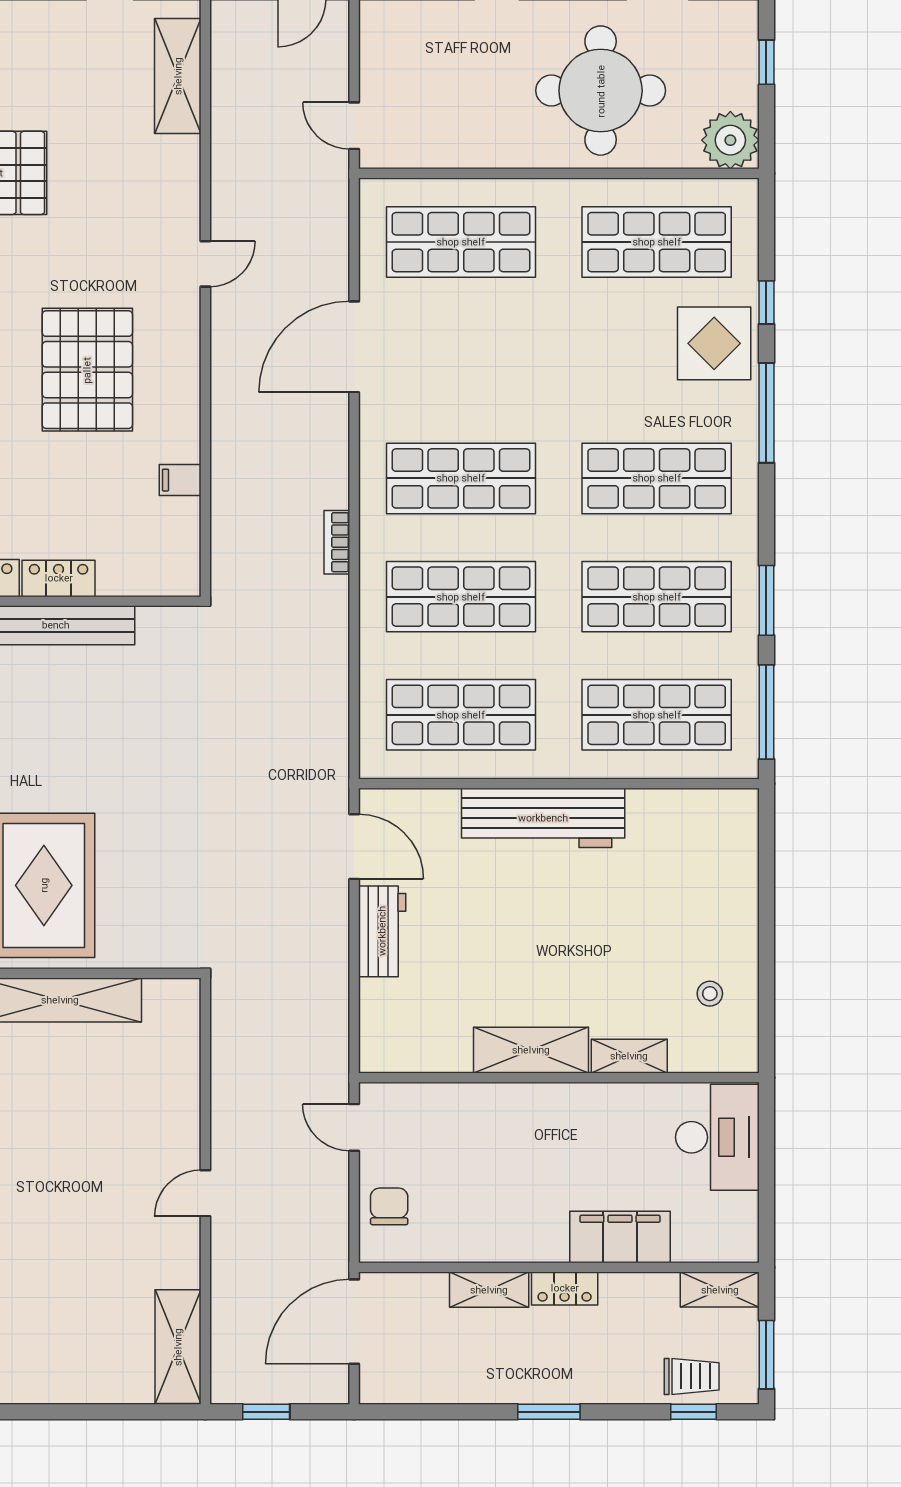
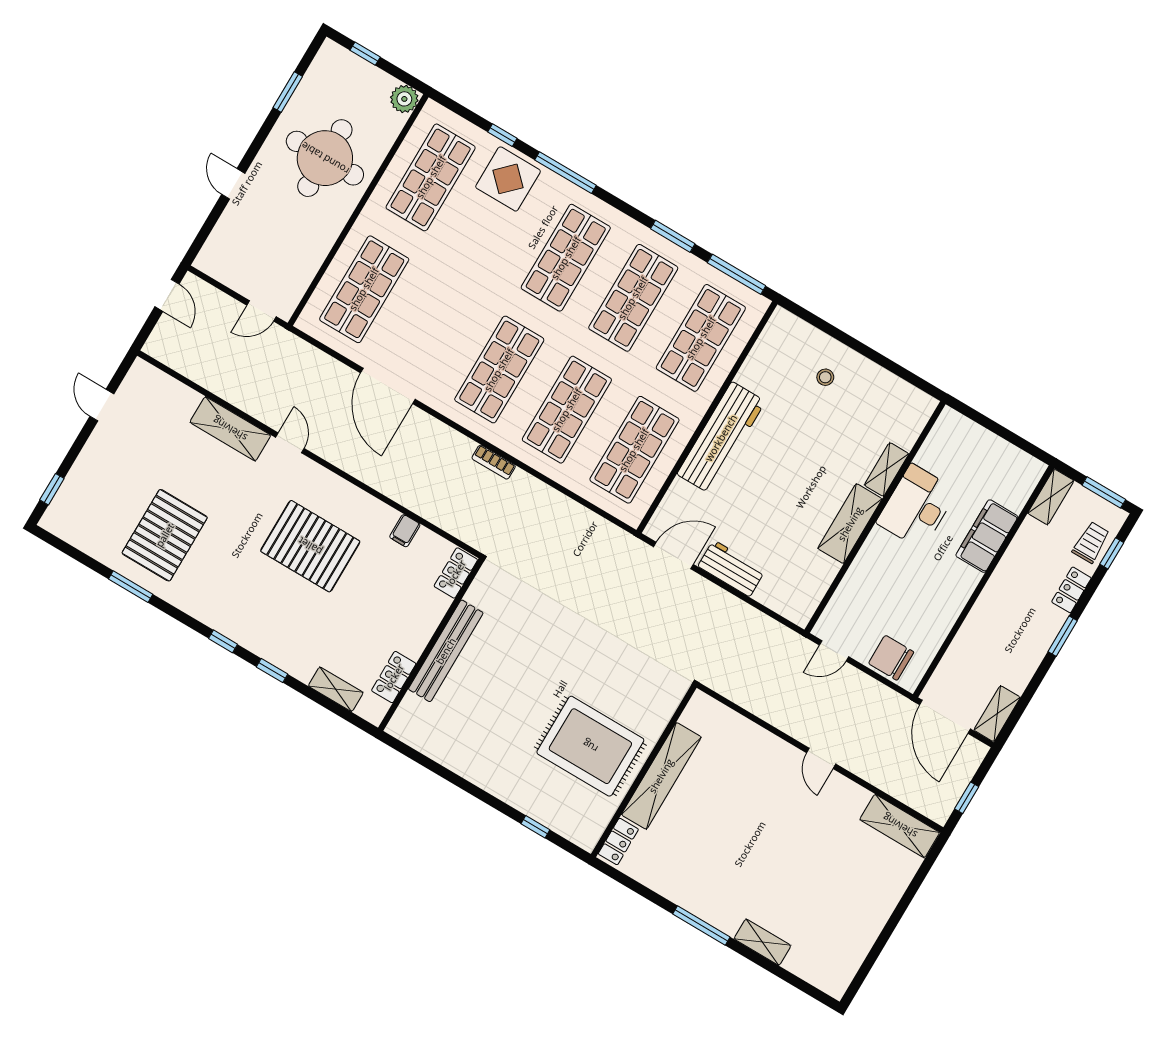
shelving: (178, 76) -> (230, 429), moved
plant: (730, 140) -> (404, 99), width x0.73, depth x0.73
locker: (59, 578) -> (456, 573), moved
stool: (710, 994) -> (825, 377), moved
desk: (717, 1137) -> (917, 507), moved, turned -90
chair: (389, 1206) -> (891, 658), width x1.37, depth x1.37
locker: (565, 1288) -> (1071, 590), moved, turned 180
shelving: (489, 1290) -> (997, 714), moved

